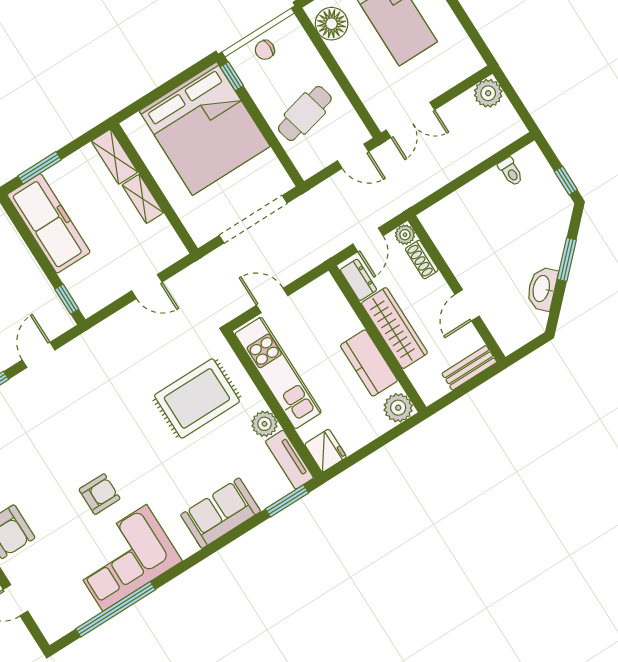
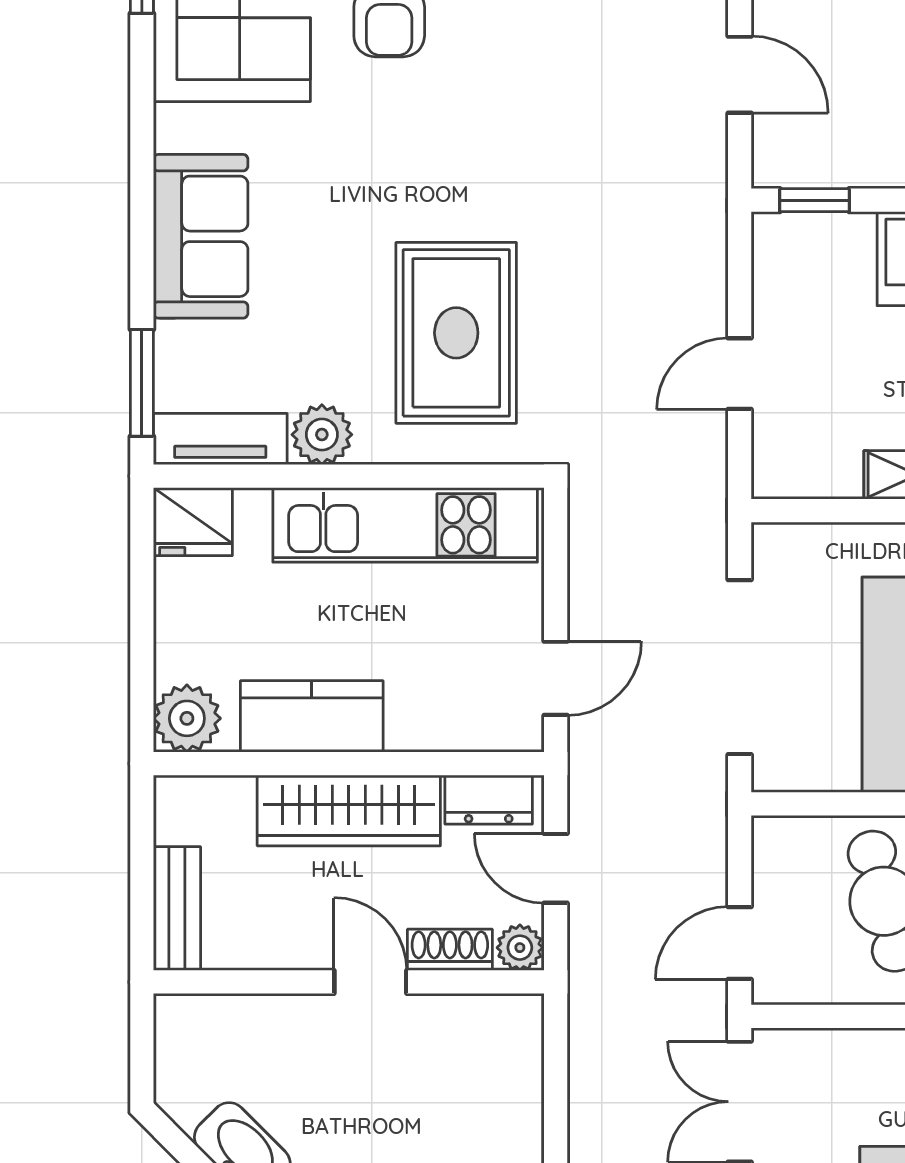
door: (272, 300) -> (556, 678), moved
door: (467, 305) -> (370, 982), moved

